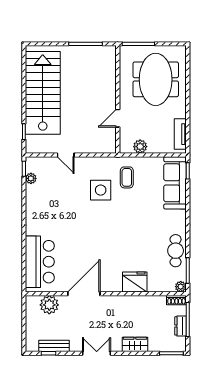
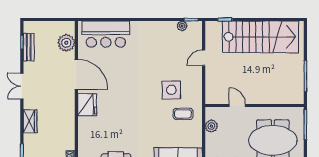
fridge: (135, 282) -> (87, 105), moved
double door: (97, 353) -> (22, 86), swing flipped

